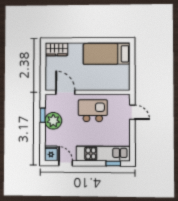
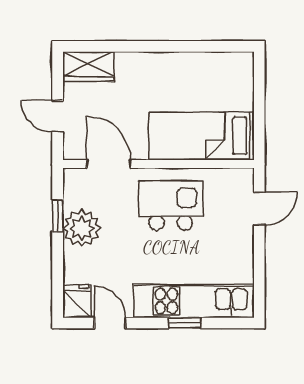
bed: (107, 54) -> (202, 136), moved
door: (43, 71) -> (58, 116), added
door: (132, 112) -> (259, 209), hinge flipped
window: (113, 164) -> (185, 323), moved

